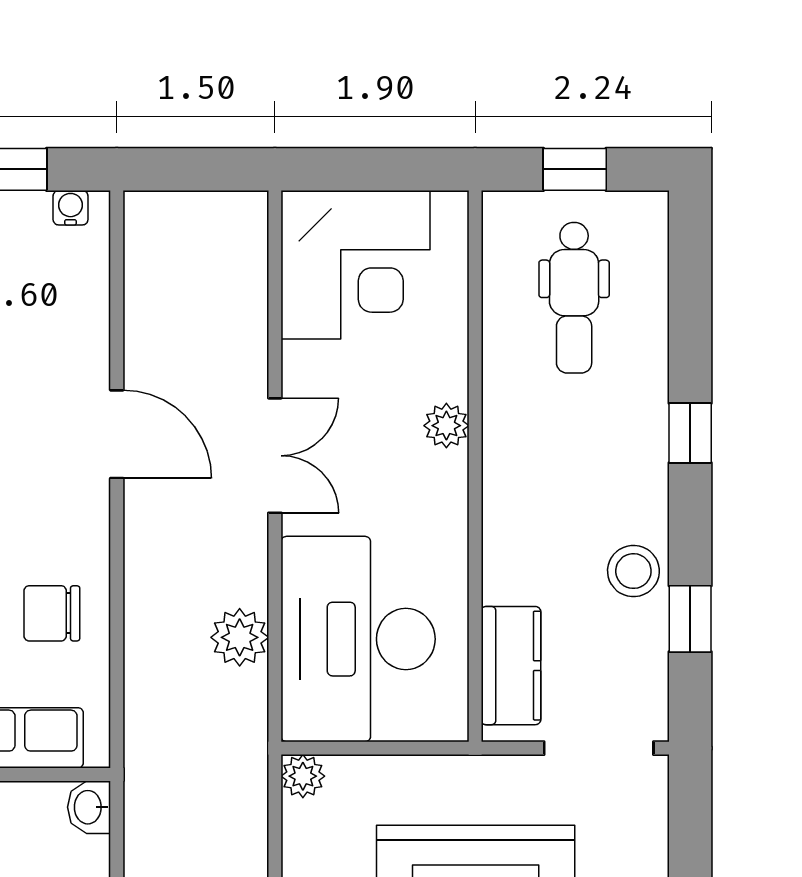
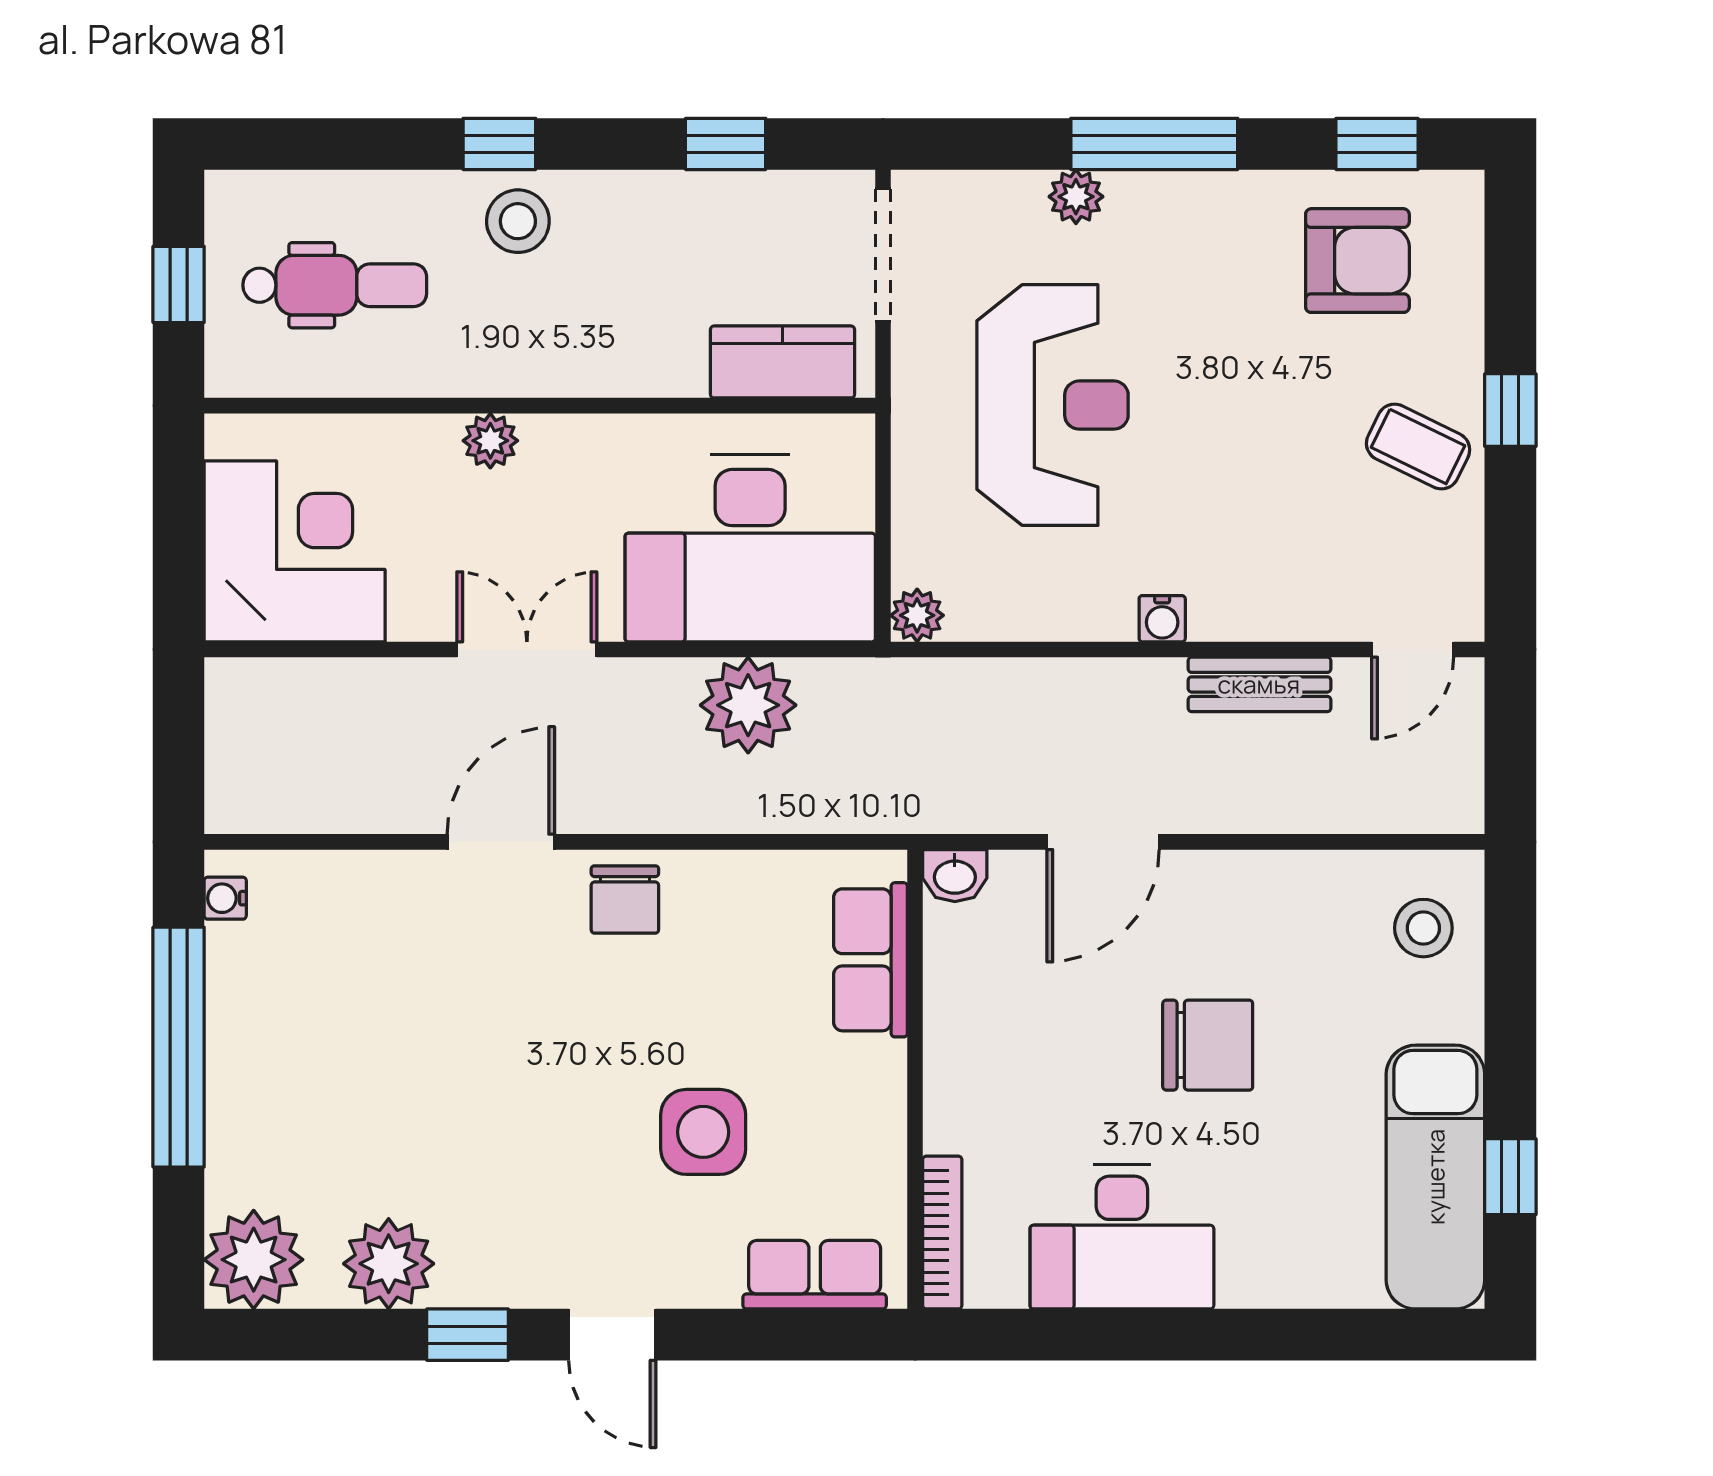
stool: (633, 571) -> (518, 221), moved
chair: (52, 613) -> (625, 899), moved
plant: (240, 637) -> (748, 705), width x1.36, depth x1.36

